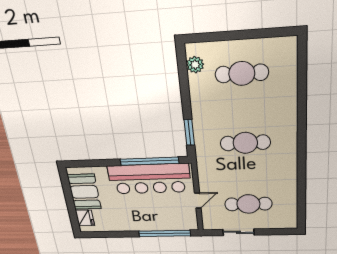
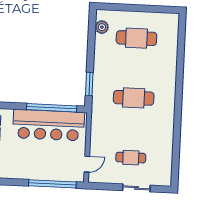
door: (198, 201) -> (87, 164), moved
cafe table: (248, 204) -> (131, 158), width x0.73, depth x0.74
sliding door: (238, 232) -> (136, 188), moved

